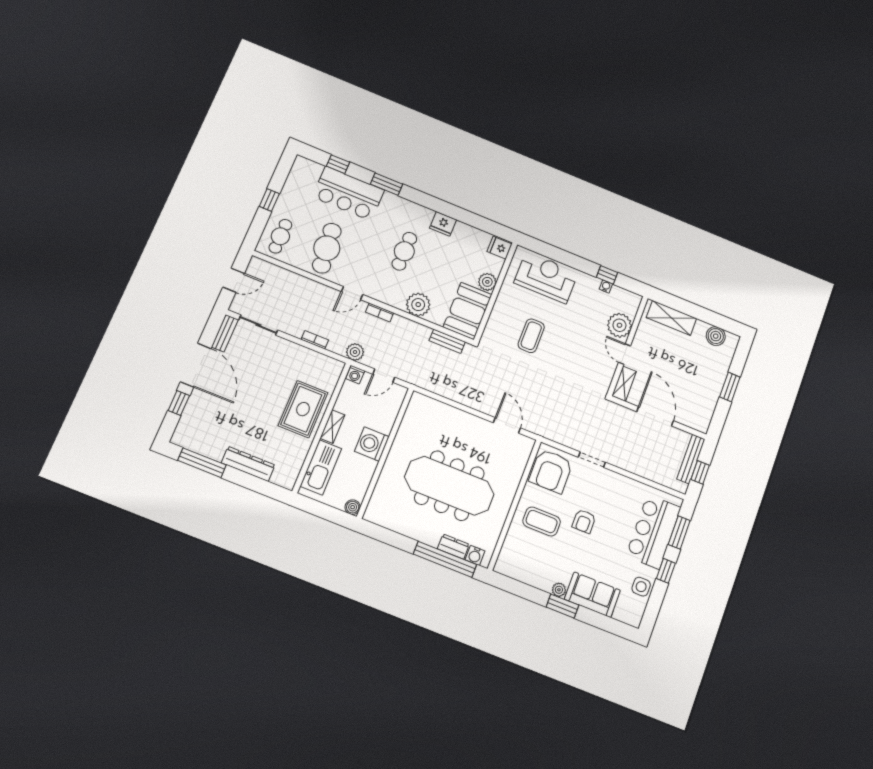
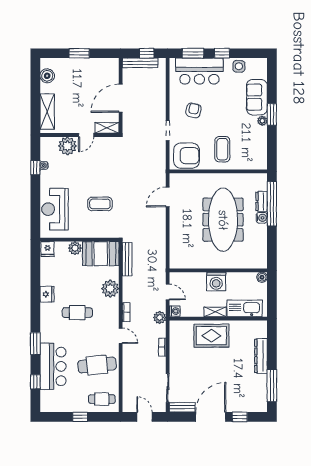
bench: (447, 341) -> (127, 259), width x1.36
armchair: (584, 521) -> (193, 110), moved, turned -77
water cooler: (475, 555) -> (262, 218), moved

